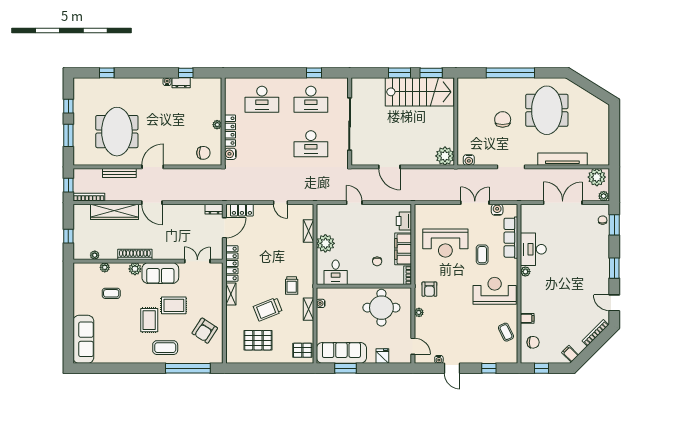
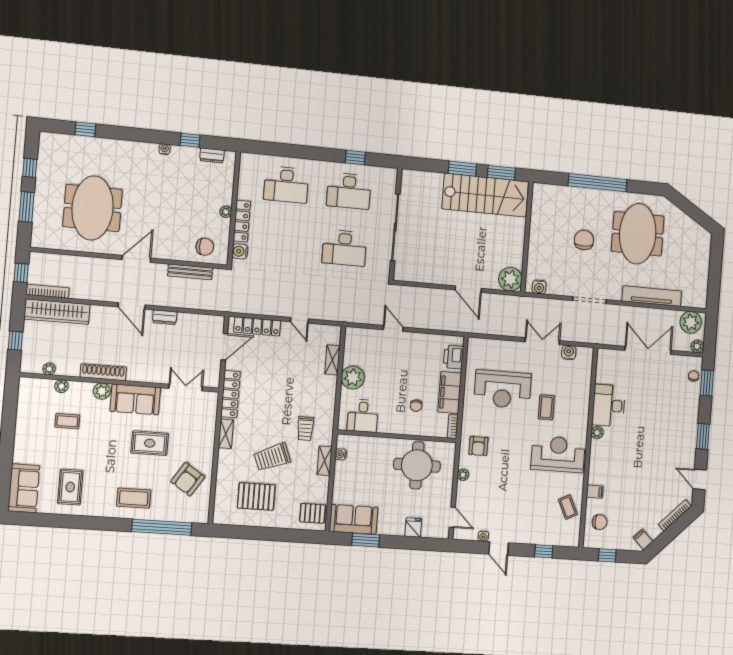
dresser: (181, 83) -> (212, 155), moved
door: (389, 167) -> (468, 289), moved
bench: (119, 173) -> (190, 272), moved
dresser: (214, 209) -> (165, 317), moved
locker: (242, 210) -> (257, 326), width x1.53
wardrobe: (114, 212) -> (57, 312), moved
row of seats: (511, 238) -> (583, 389), removed
rug: (149, 320) -> (70, 487), moved
sofa: (83, 339) -> (24, 488), width x0.73
sofa: (341, 353) -> (354, 519), width x0.73

